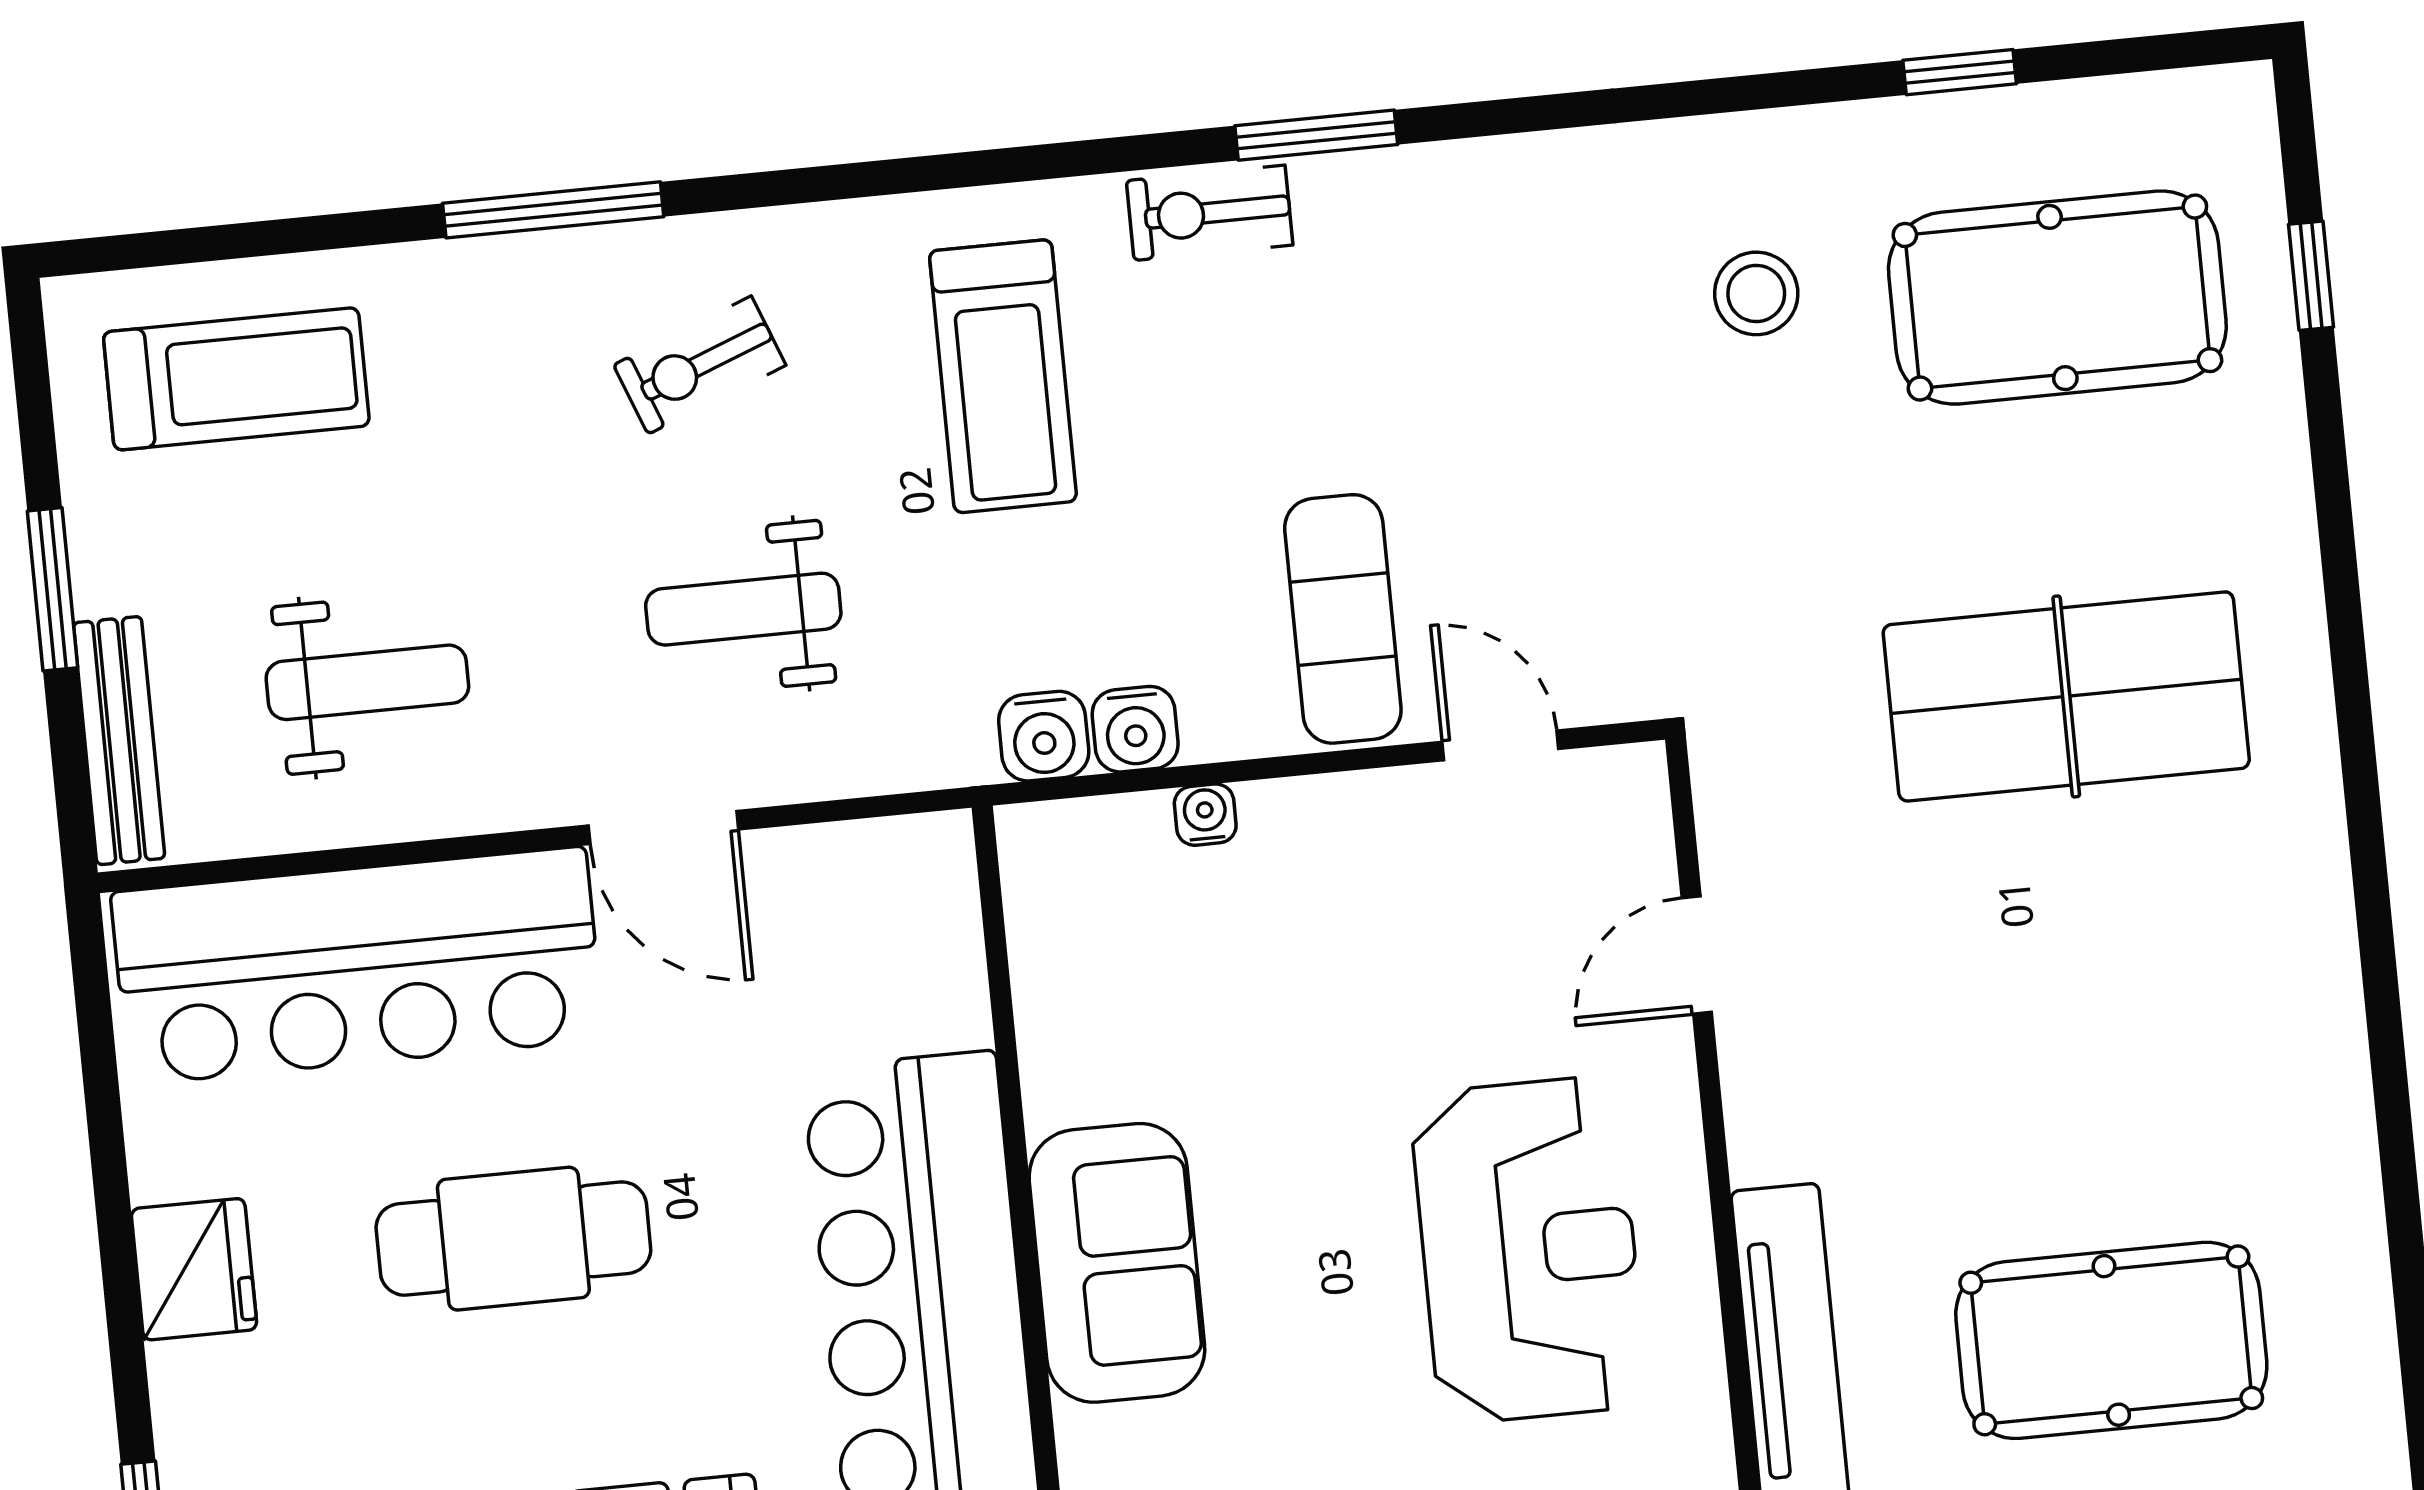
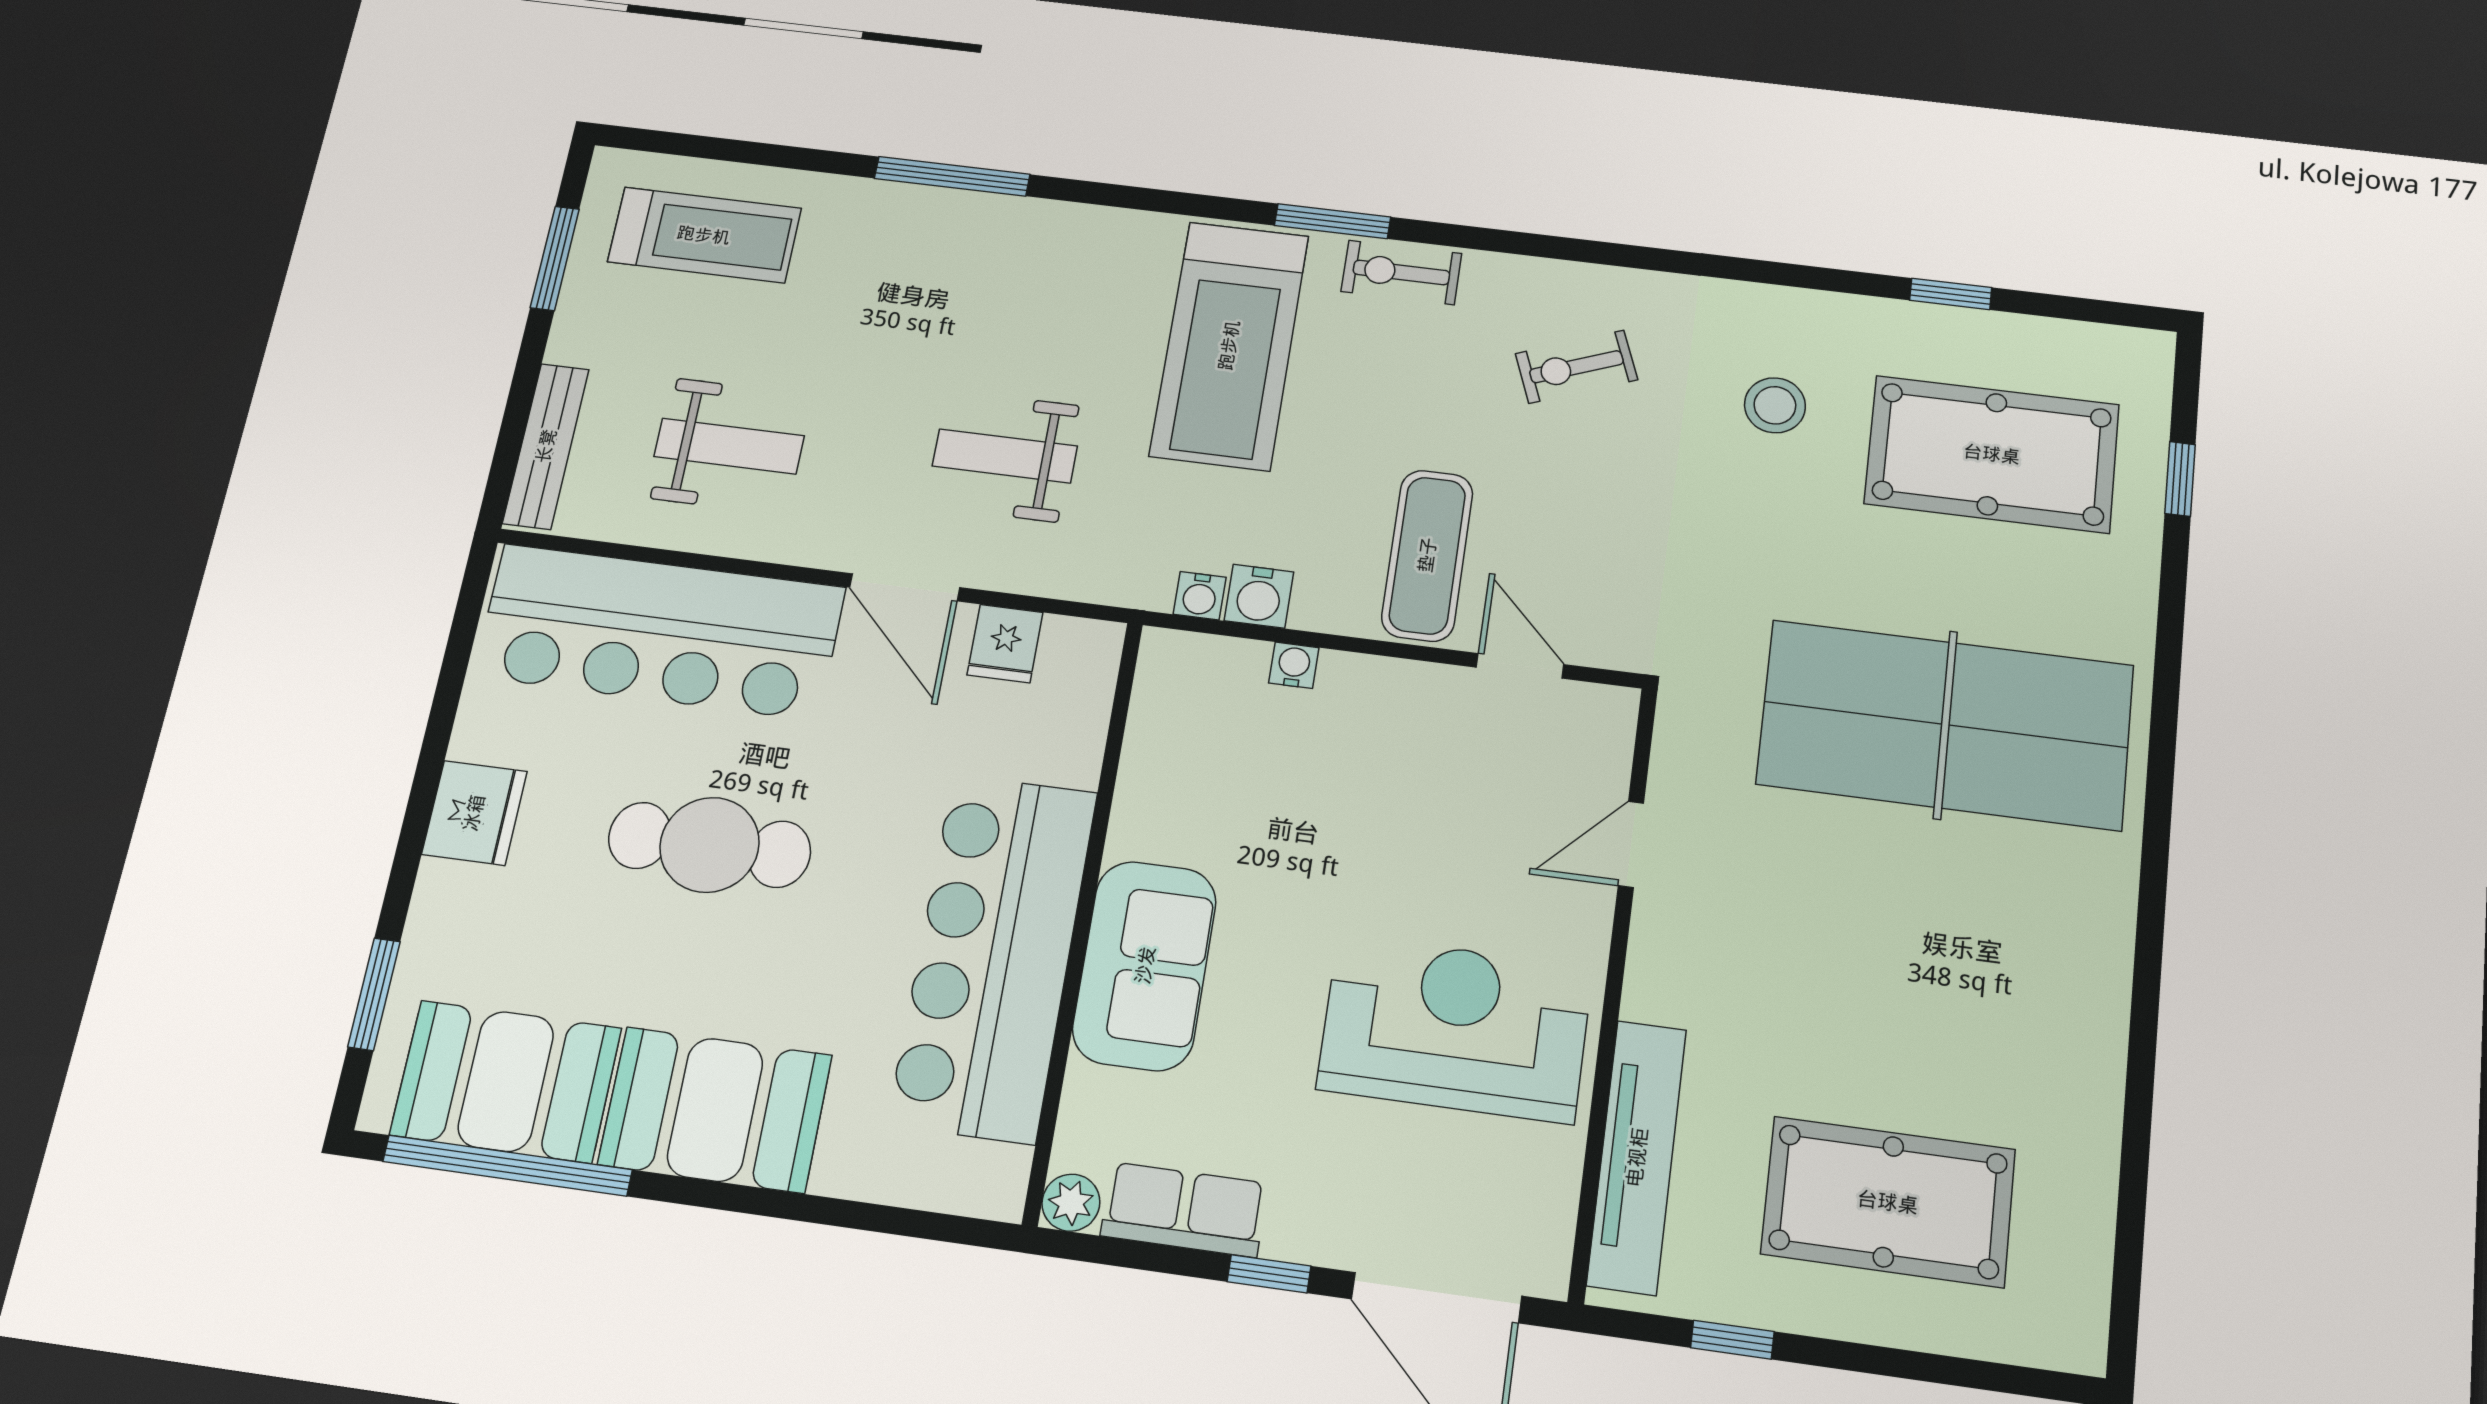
window: (1316, 135) -> (1333, 221), moved
exercise bike: (700, 365) -> (1576, 367), moved
treadmill: (1003, 376) -> (1229, 345), width x1.37, depth x1.38
window: (52, 589) -> (555, 258), moved
table tennis table: (2066, 696) -> (1945, 725), width x1.36, depth x1.32
water cooler: (1044, 736) -> (1200, 596), width x0.72, depth x0.72
fridge: (818, 874) -> (1005, 644), added
reception desk: (1529, 1250) -> (1455, 1028), turned -90

